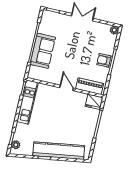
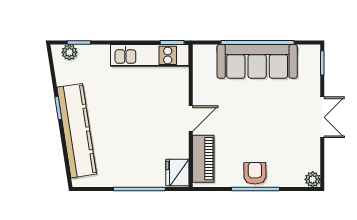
sofa: (43, 51) -> (257, 61), width x1.36

